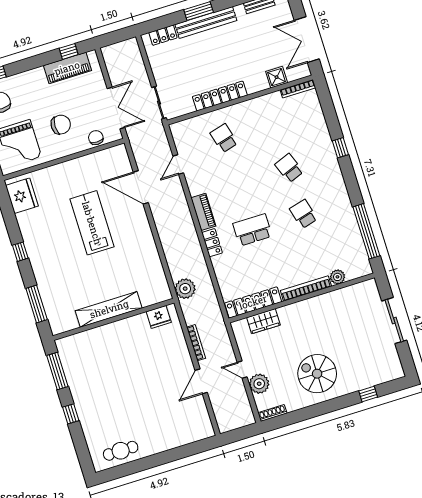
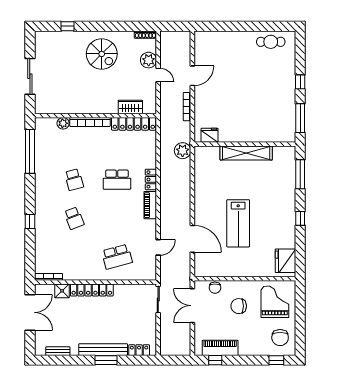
locker: (220, 96) -> (92, 290), moved
school desk: (224, 138) -> (117, 257), width x1.85

